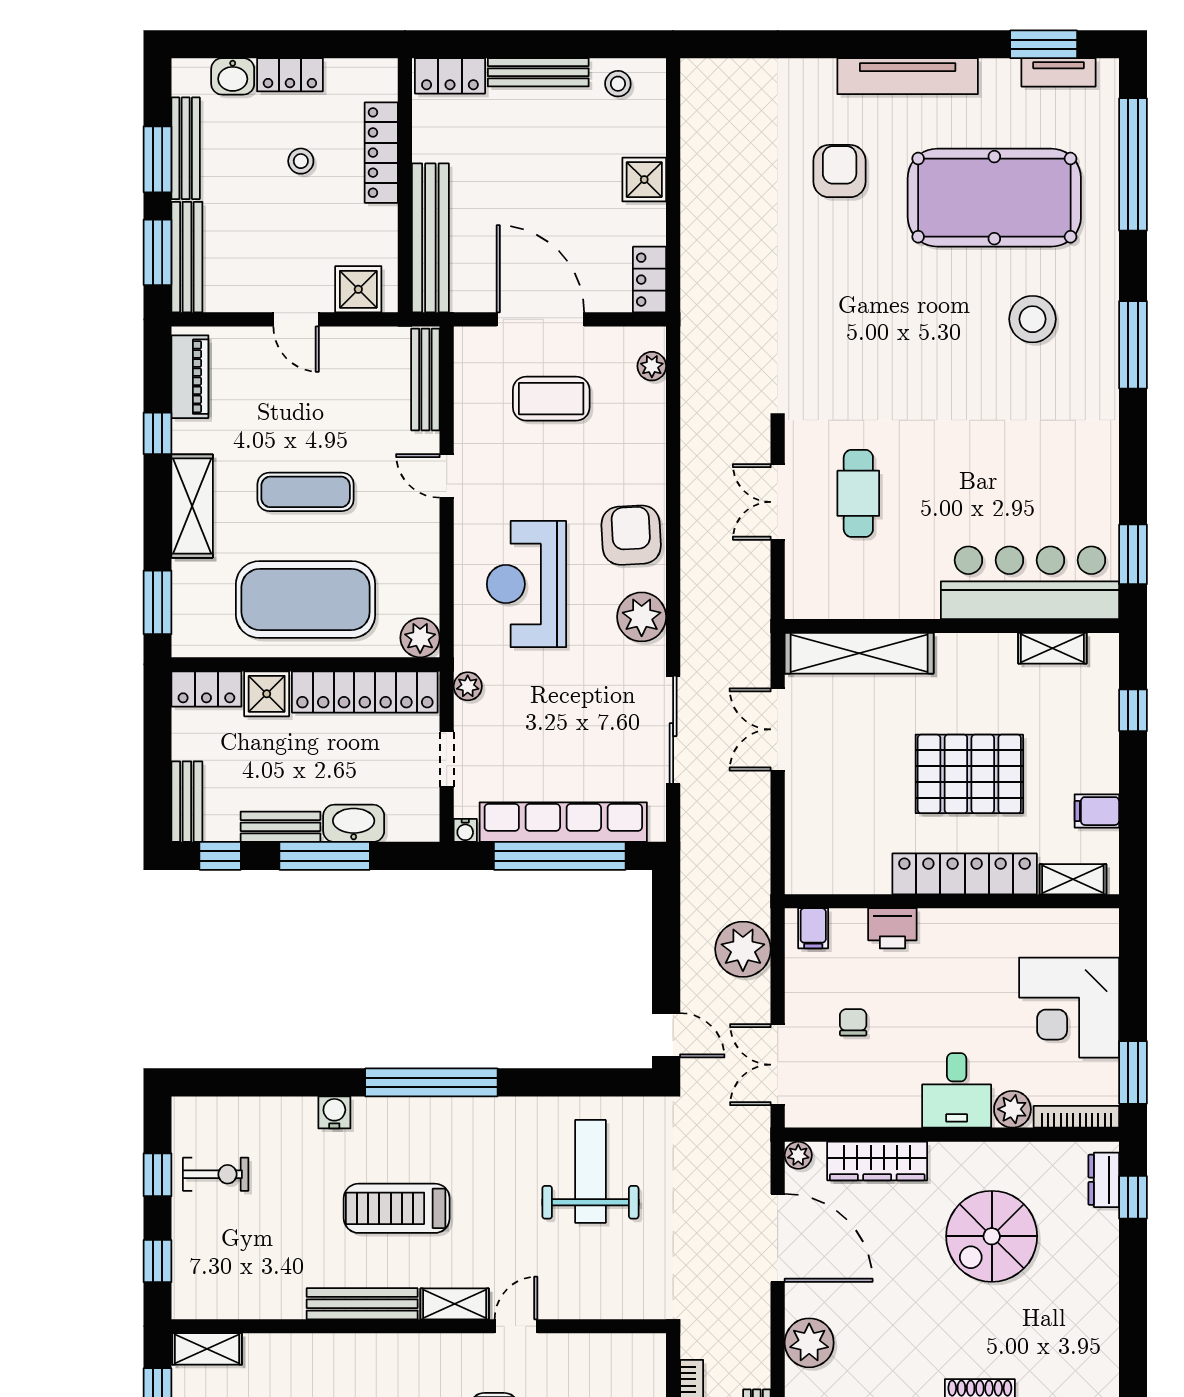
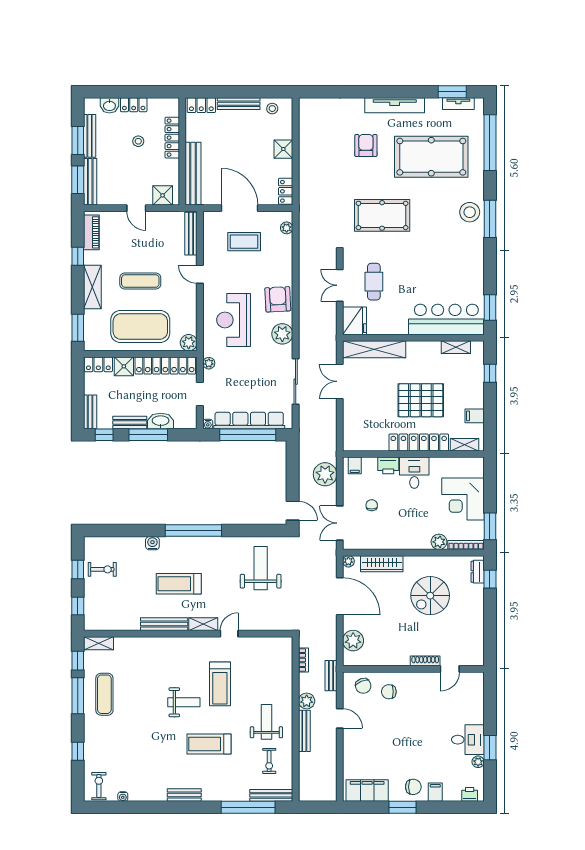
stool: (1032, 319) -> (470, 212), moved
pool table: (878, 337) -> (382, 215), added
fridge: (813, 586) -> (355, 321), added
desk: (957, 1090) -> (414, 473), moved, turned 180

